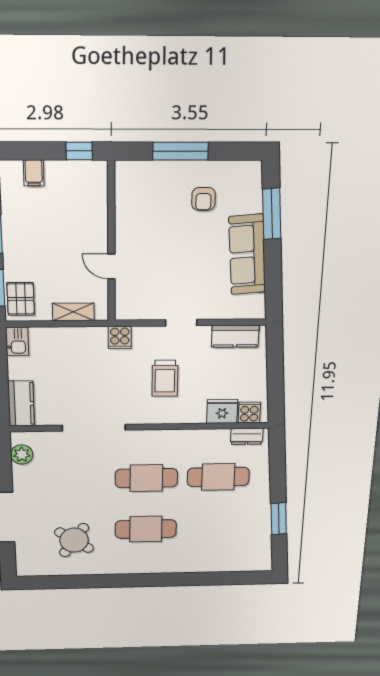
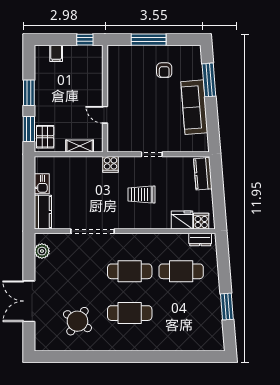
kitchen counter: (235, 336) -> (203, 174), moved, turned 85
kitchen sink: (17, 341) -> (42, 184), moved
trolley: (165, 378) -> (142, 194), turned 90

